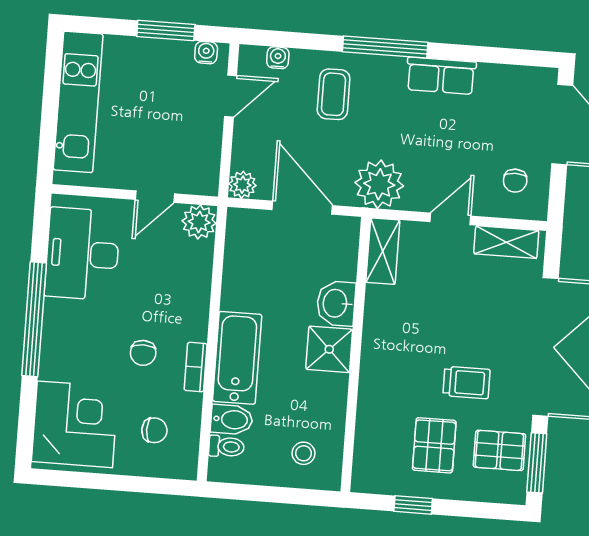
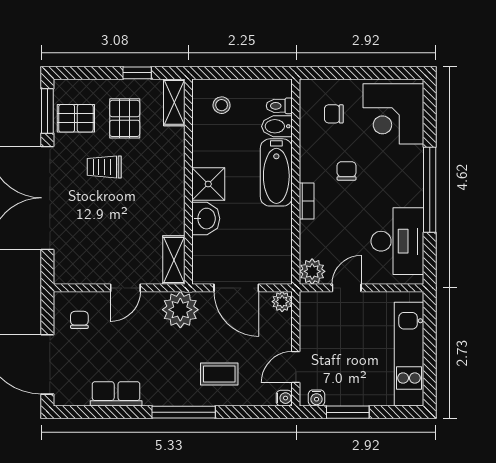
water cooler: (278, 58) -> (284, 398), moved, turned -90
row of seats: (441, 76) -> (116, 394), moved
coffee table: (334, 94) -> (219, 374), turned 90
shelving: (506, 242) -> (174, 102), moved, turned 90
bookcase: (196, 367) -> (307, 201), moved

